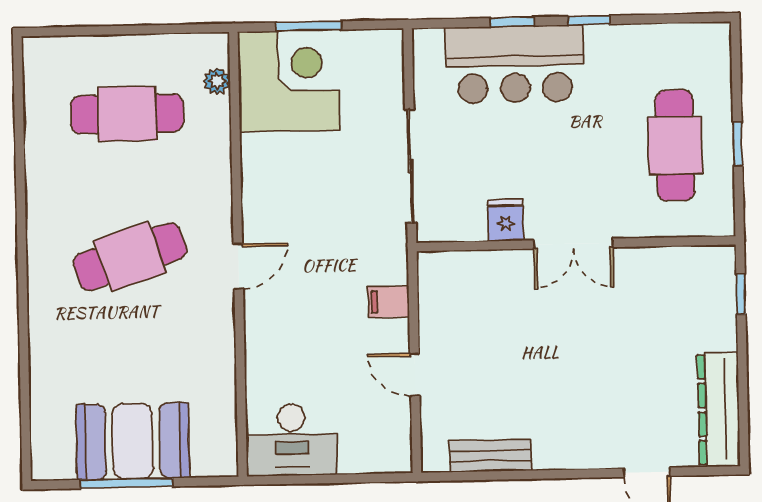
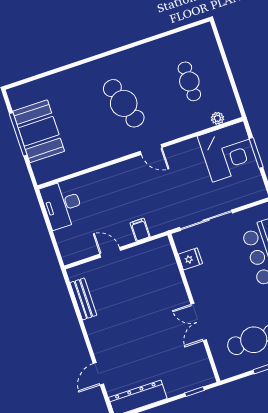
cafe table: (127, 114) -> (189, 81), width x0.73, depth x0.74
fridge: (506, 220) -> (190, 259), moved
double door: (573, 244) -> (199, 322), moved
door: (238, 266) -> (151, 149), moved
door: (415, 375) -> (110, 252), hinge flipped

